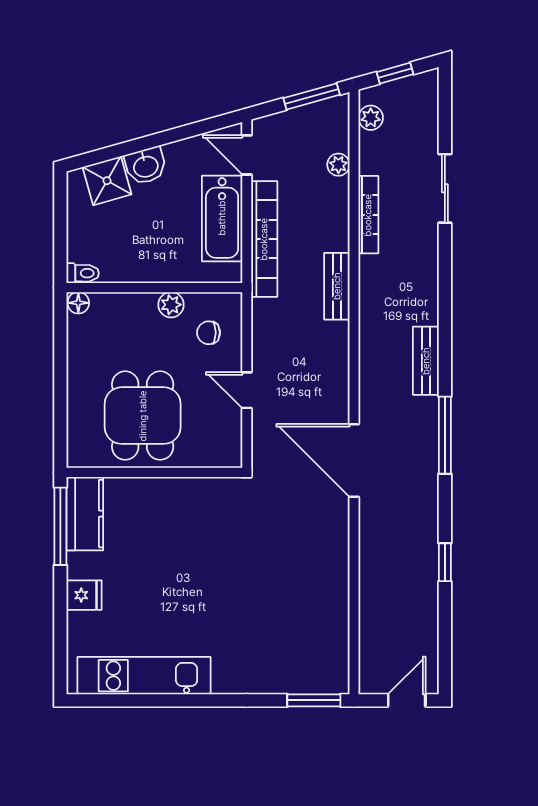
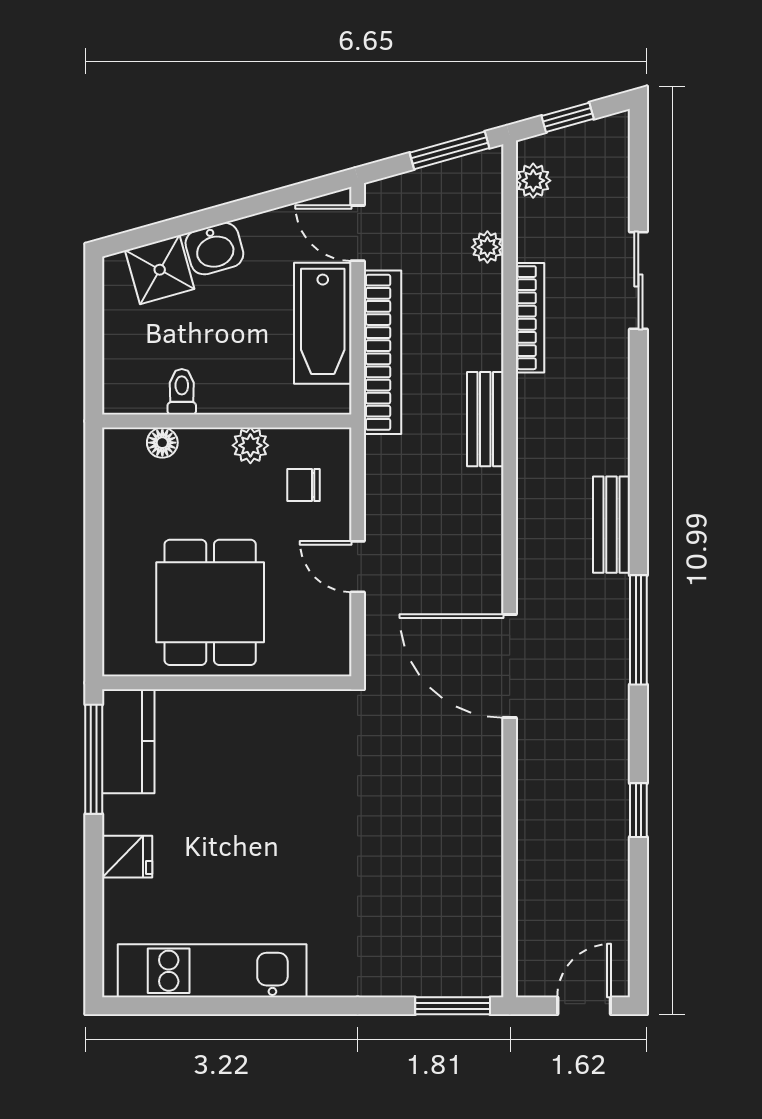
toilet: (83, 273) -> (182, 392), moved, turned -90
floor lamp: (78, 303) -> (162, 443), moved

